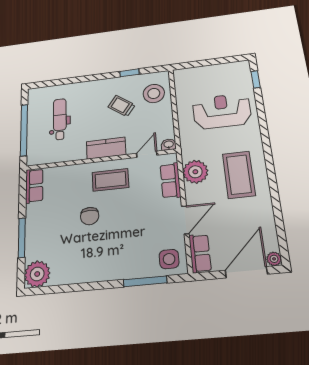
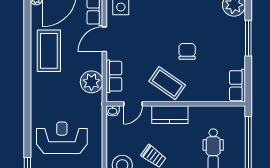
reception desk: (222, 111) -> (62, 138), turned 180
coffee table: (239, 175) -> (49, 51), moved
coffee table: (110, 180) -> (167, 83), turned 35

